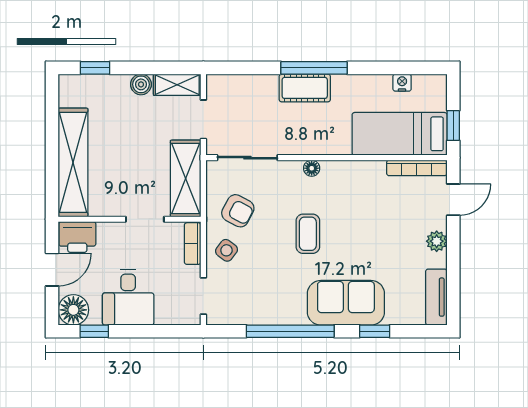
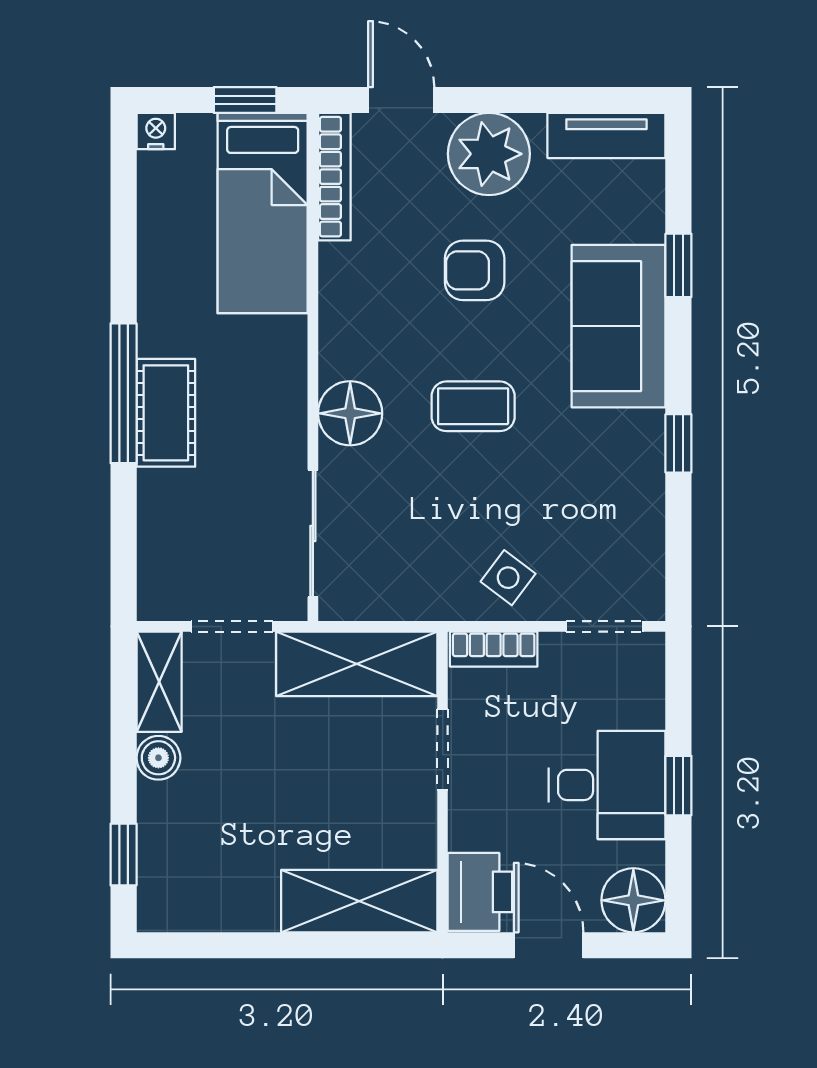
nightstand: (402, 83) -> (156, 131), moved, turned 90
shelving: (73, 162) -> (359, 901), width x0.68
floor lamp: (312, 168) -> (350, 413), width x1.89, depth x1.89
armchair: (238, 211) -> (475, 270), moved, turned -118
plant: (437, 241) -> (489, 154), width x1.87, depth x1.87
window: (94, 331) -> (678, 786), moved
window: (290, 331) -> (678, 443), width x0.32

